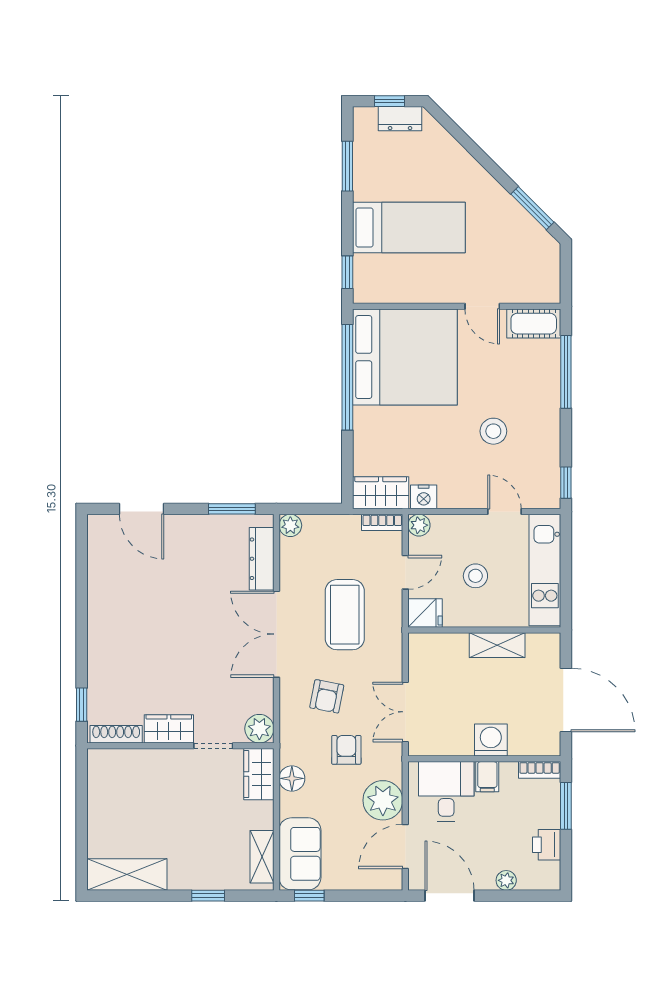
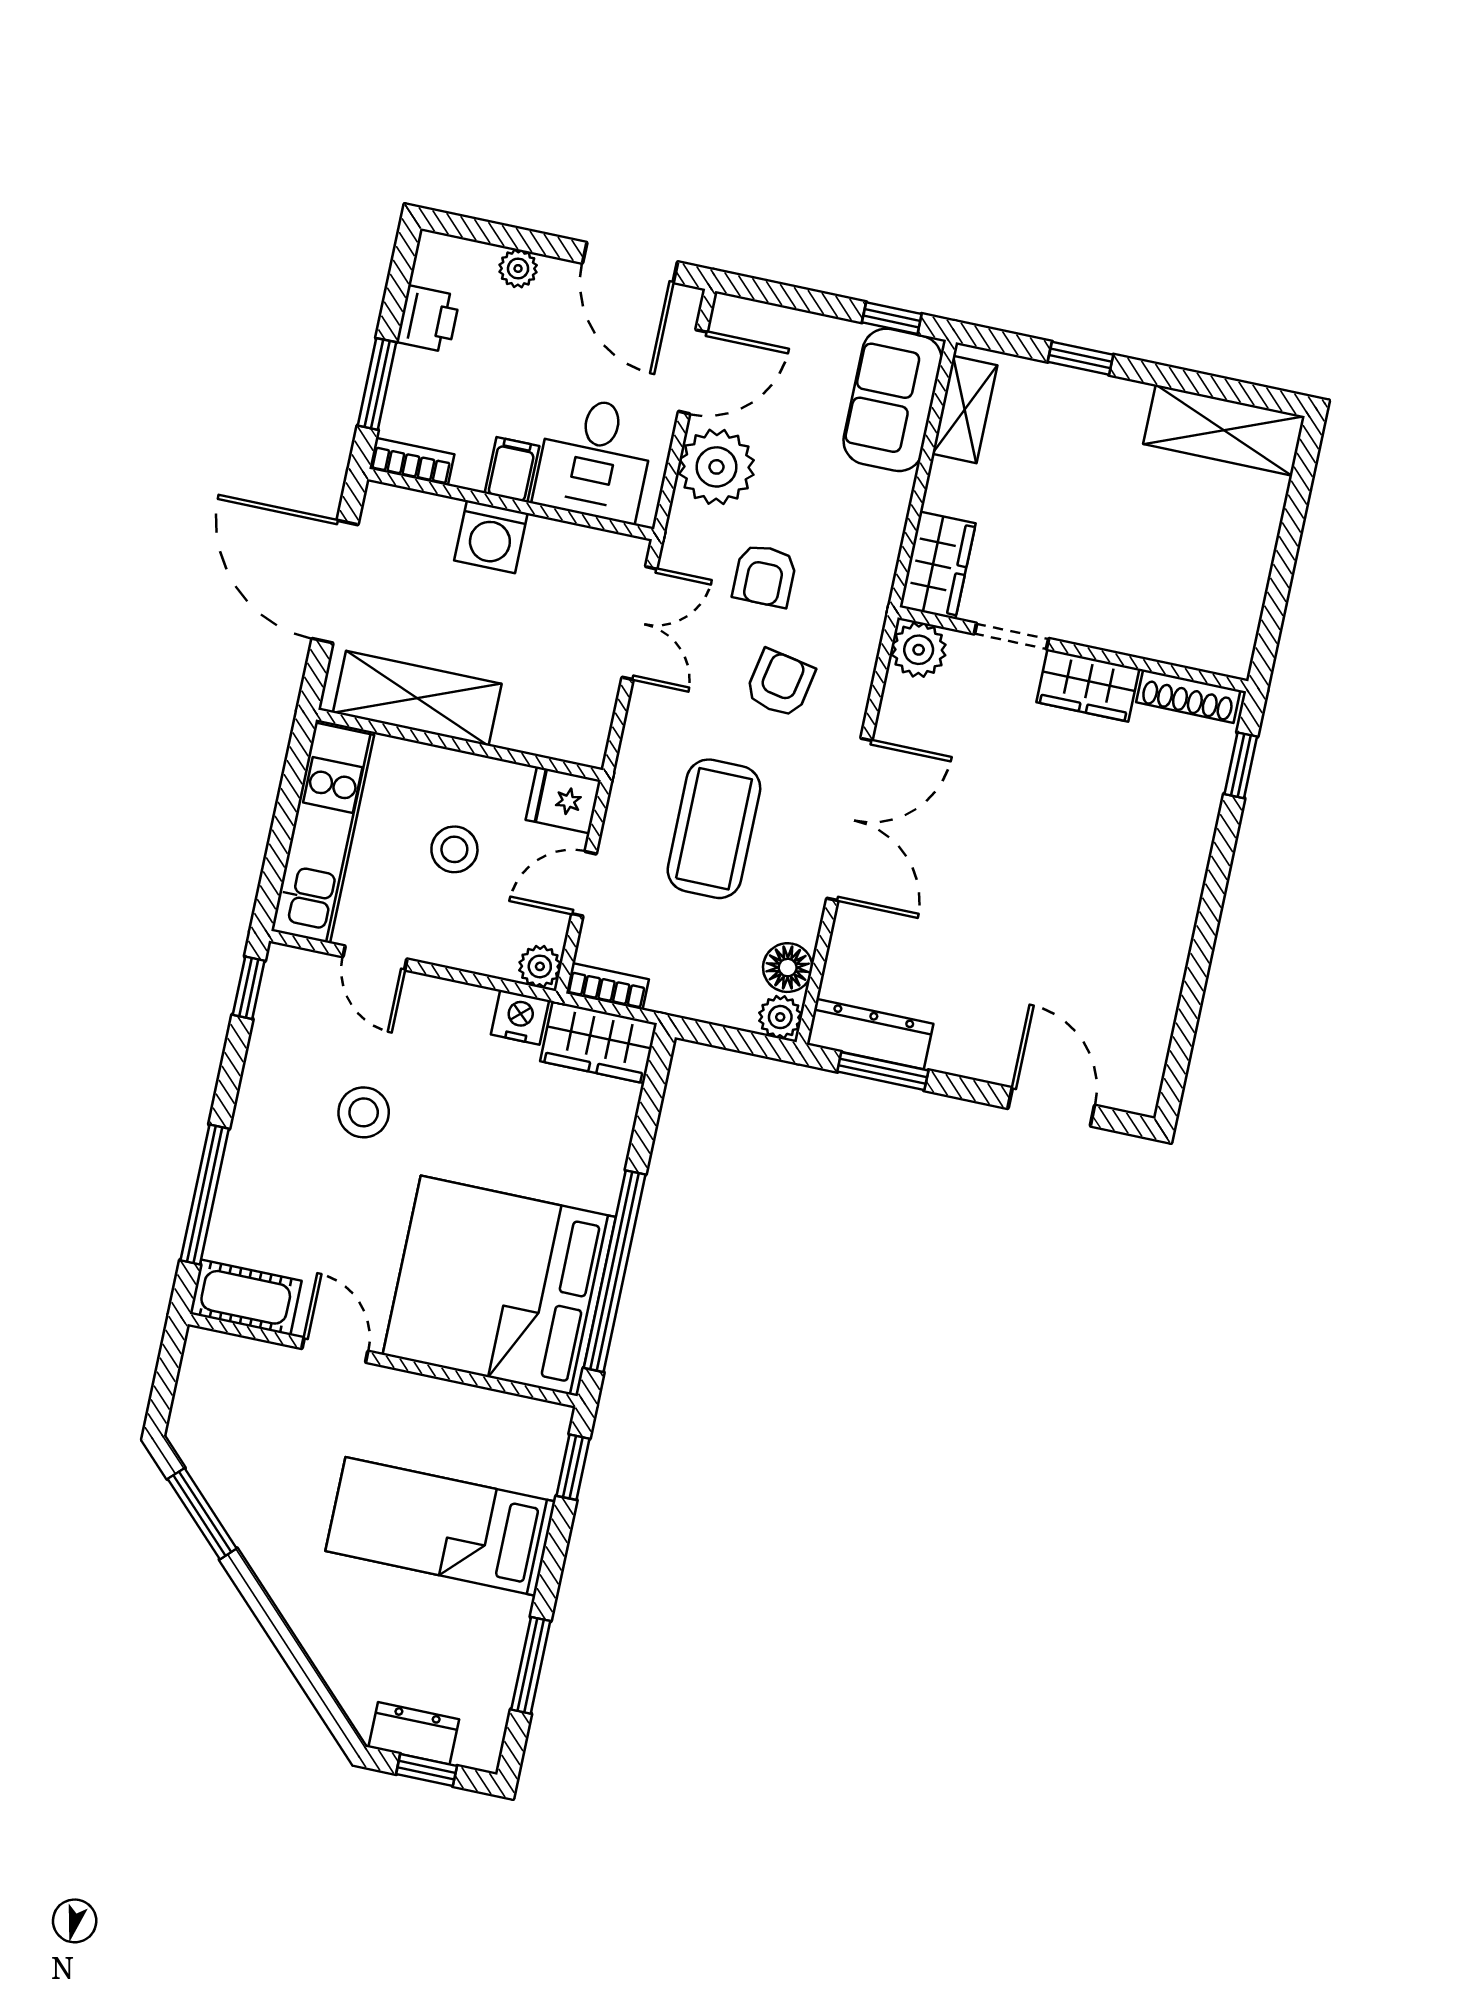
dresser: (262, 559) -> (870, 1034), moved, turned -90
shelving: (497, 645) -> (417, 698), width x1.50, depth x1.33
floor lamp: (292, 778) -> (788, 968), moved

